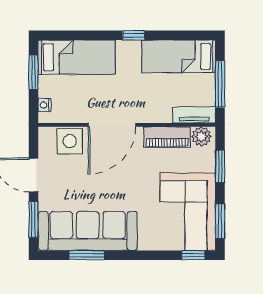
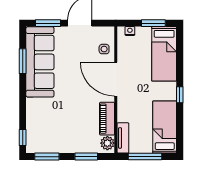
side table: (70, 141) -> (104, 49), width x0.54, depth x0.54
corner sofa: (188, 212) -> (54, 133), removed

